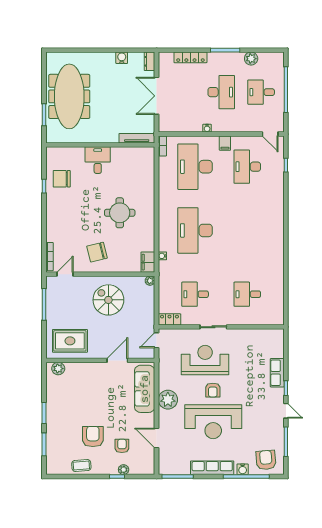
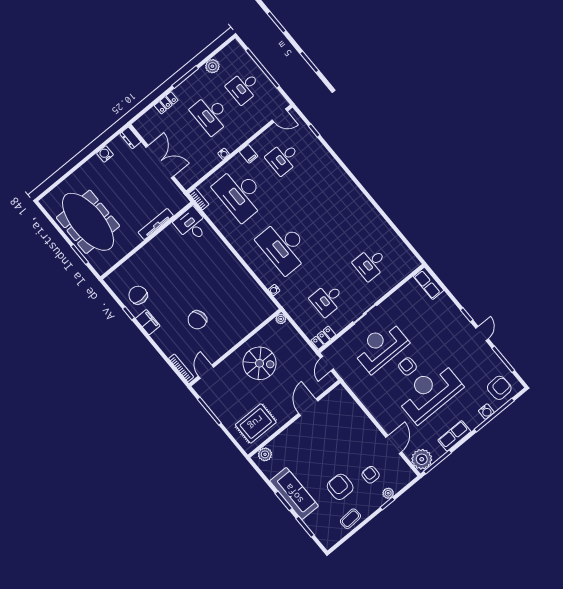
locker: (190, 57) -> (166, 103), width x0.66
desk: (221, 92) -> (211, 114), turned 180
double door: (157, 96) -> (160, 162), swing flipped
tv unit: (137, 138) -> (156, 224), moved
desk: (98, 160) -> (192, 225), moved
desk: (247, 167) -> (283, 158), width x0.73
chair: (62, 179) -> (138, 295), turned 90
round table: (120, 213) -> (209, 284), removed
chair: (97, 252) -> (197, 320), moved
filing cabinet: (148, 262) -> (148, 322), moved, turned 180
spiral stairs: (108, 300) -> (260, 363), turned 180
row of seats: (277, 373) -> (429, 283), moved
sofa: (145, 389) -> (294, 494), moved, turned 180
armchair: (213, 390) -> (407, 366), turned 180
plant: (168, 400) -> (422, 459), moved
door: (286, 411) -> (482, 334), hinge flipped
reception desk: (213, 422) -> (430, 392), turned 180
door: (157, 438) -> (394, 444), swing flipped
armchair: (266, 460) -> (499, 388), turned 92
row of seats: (212, 468) -> (454, 436), width x0.68

